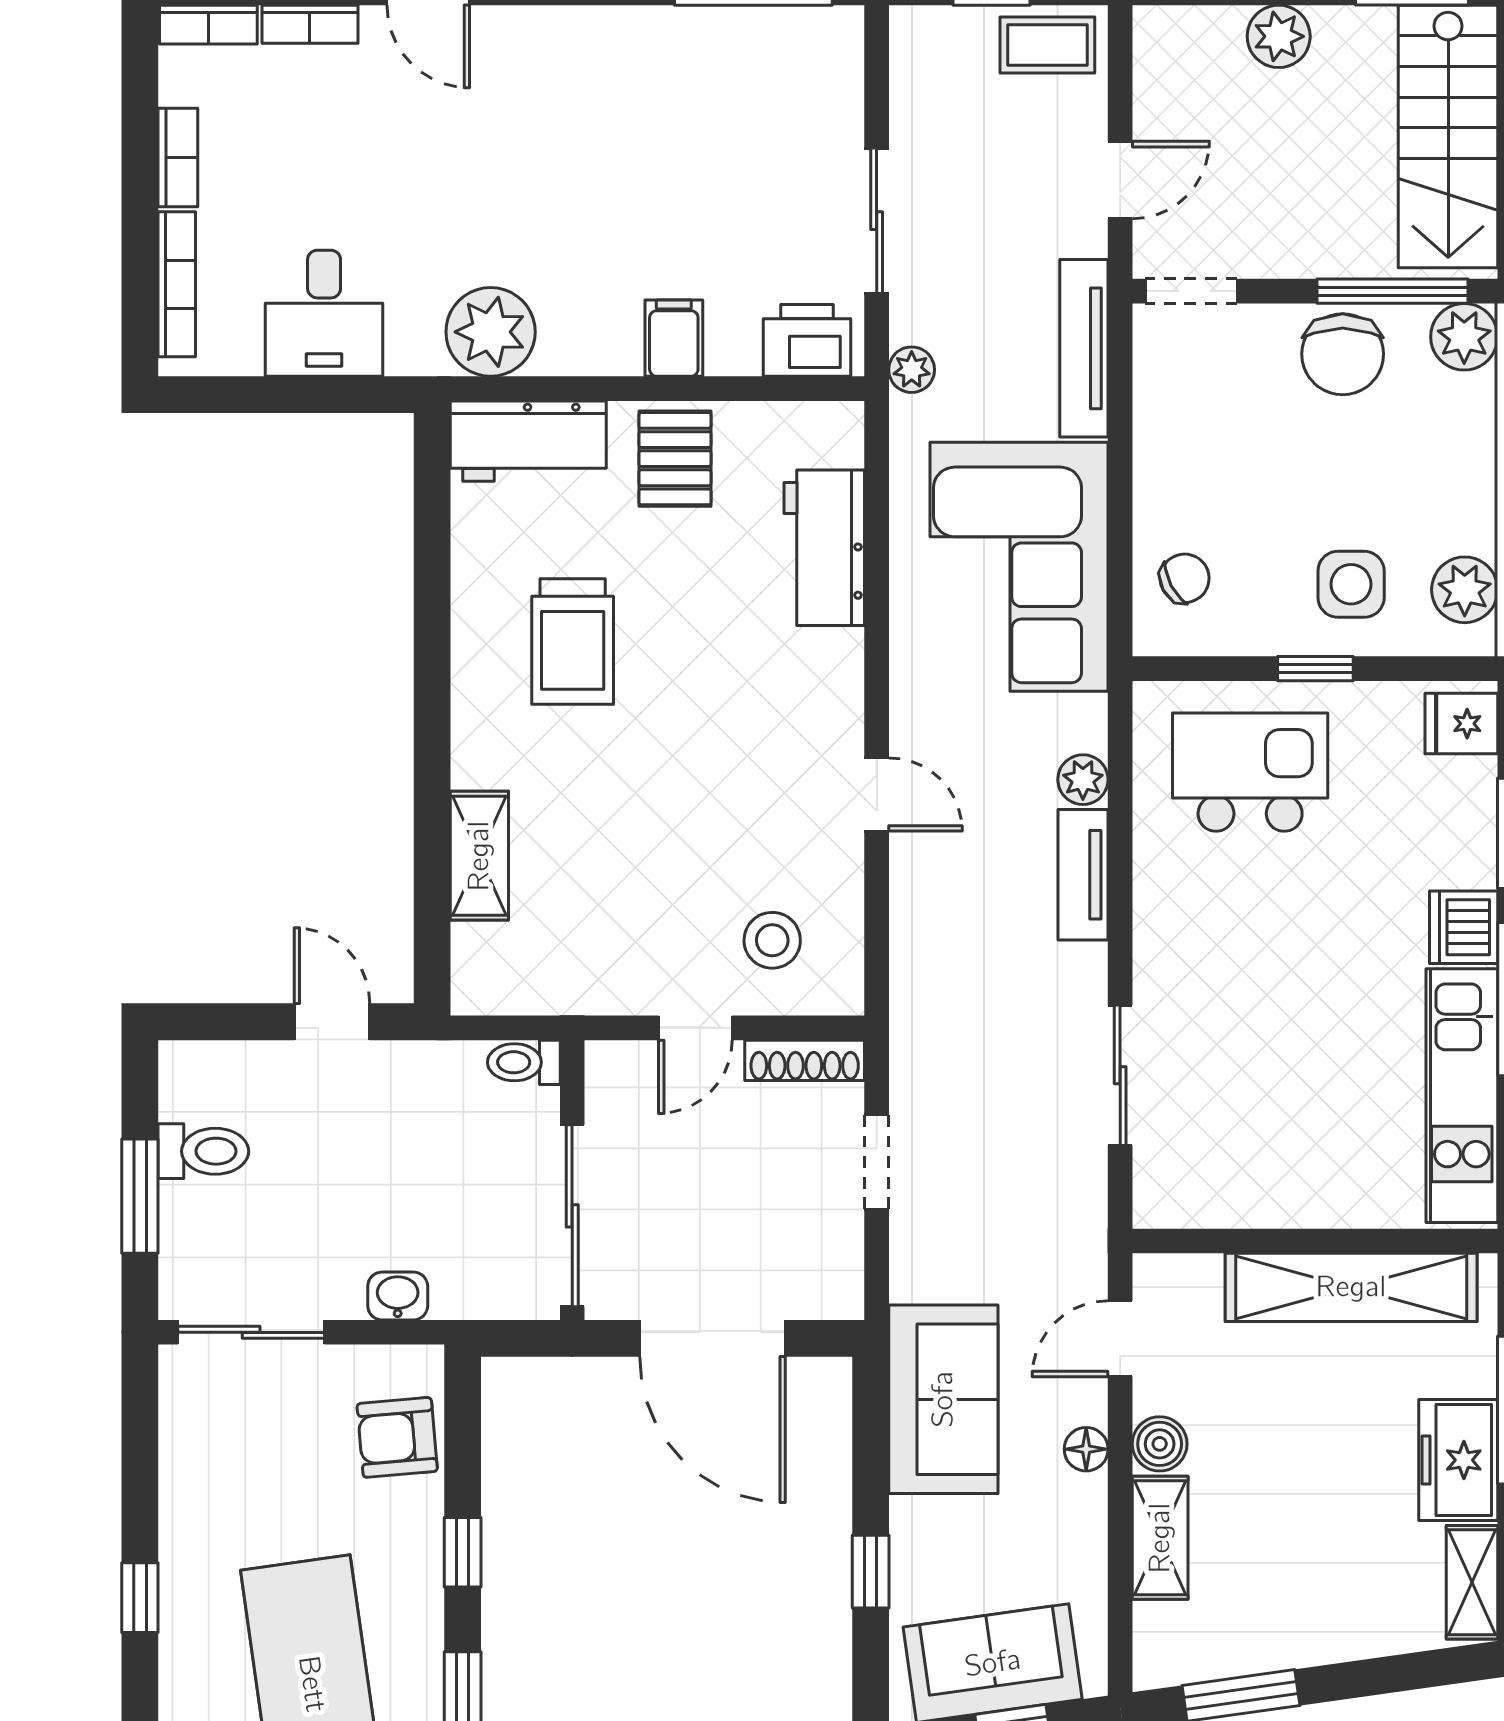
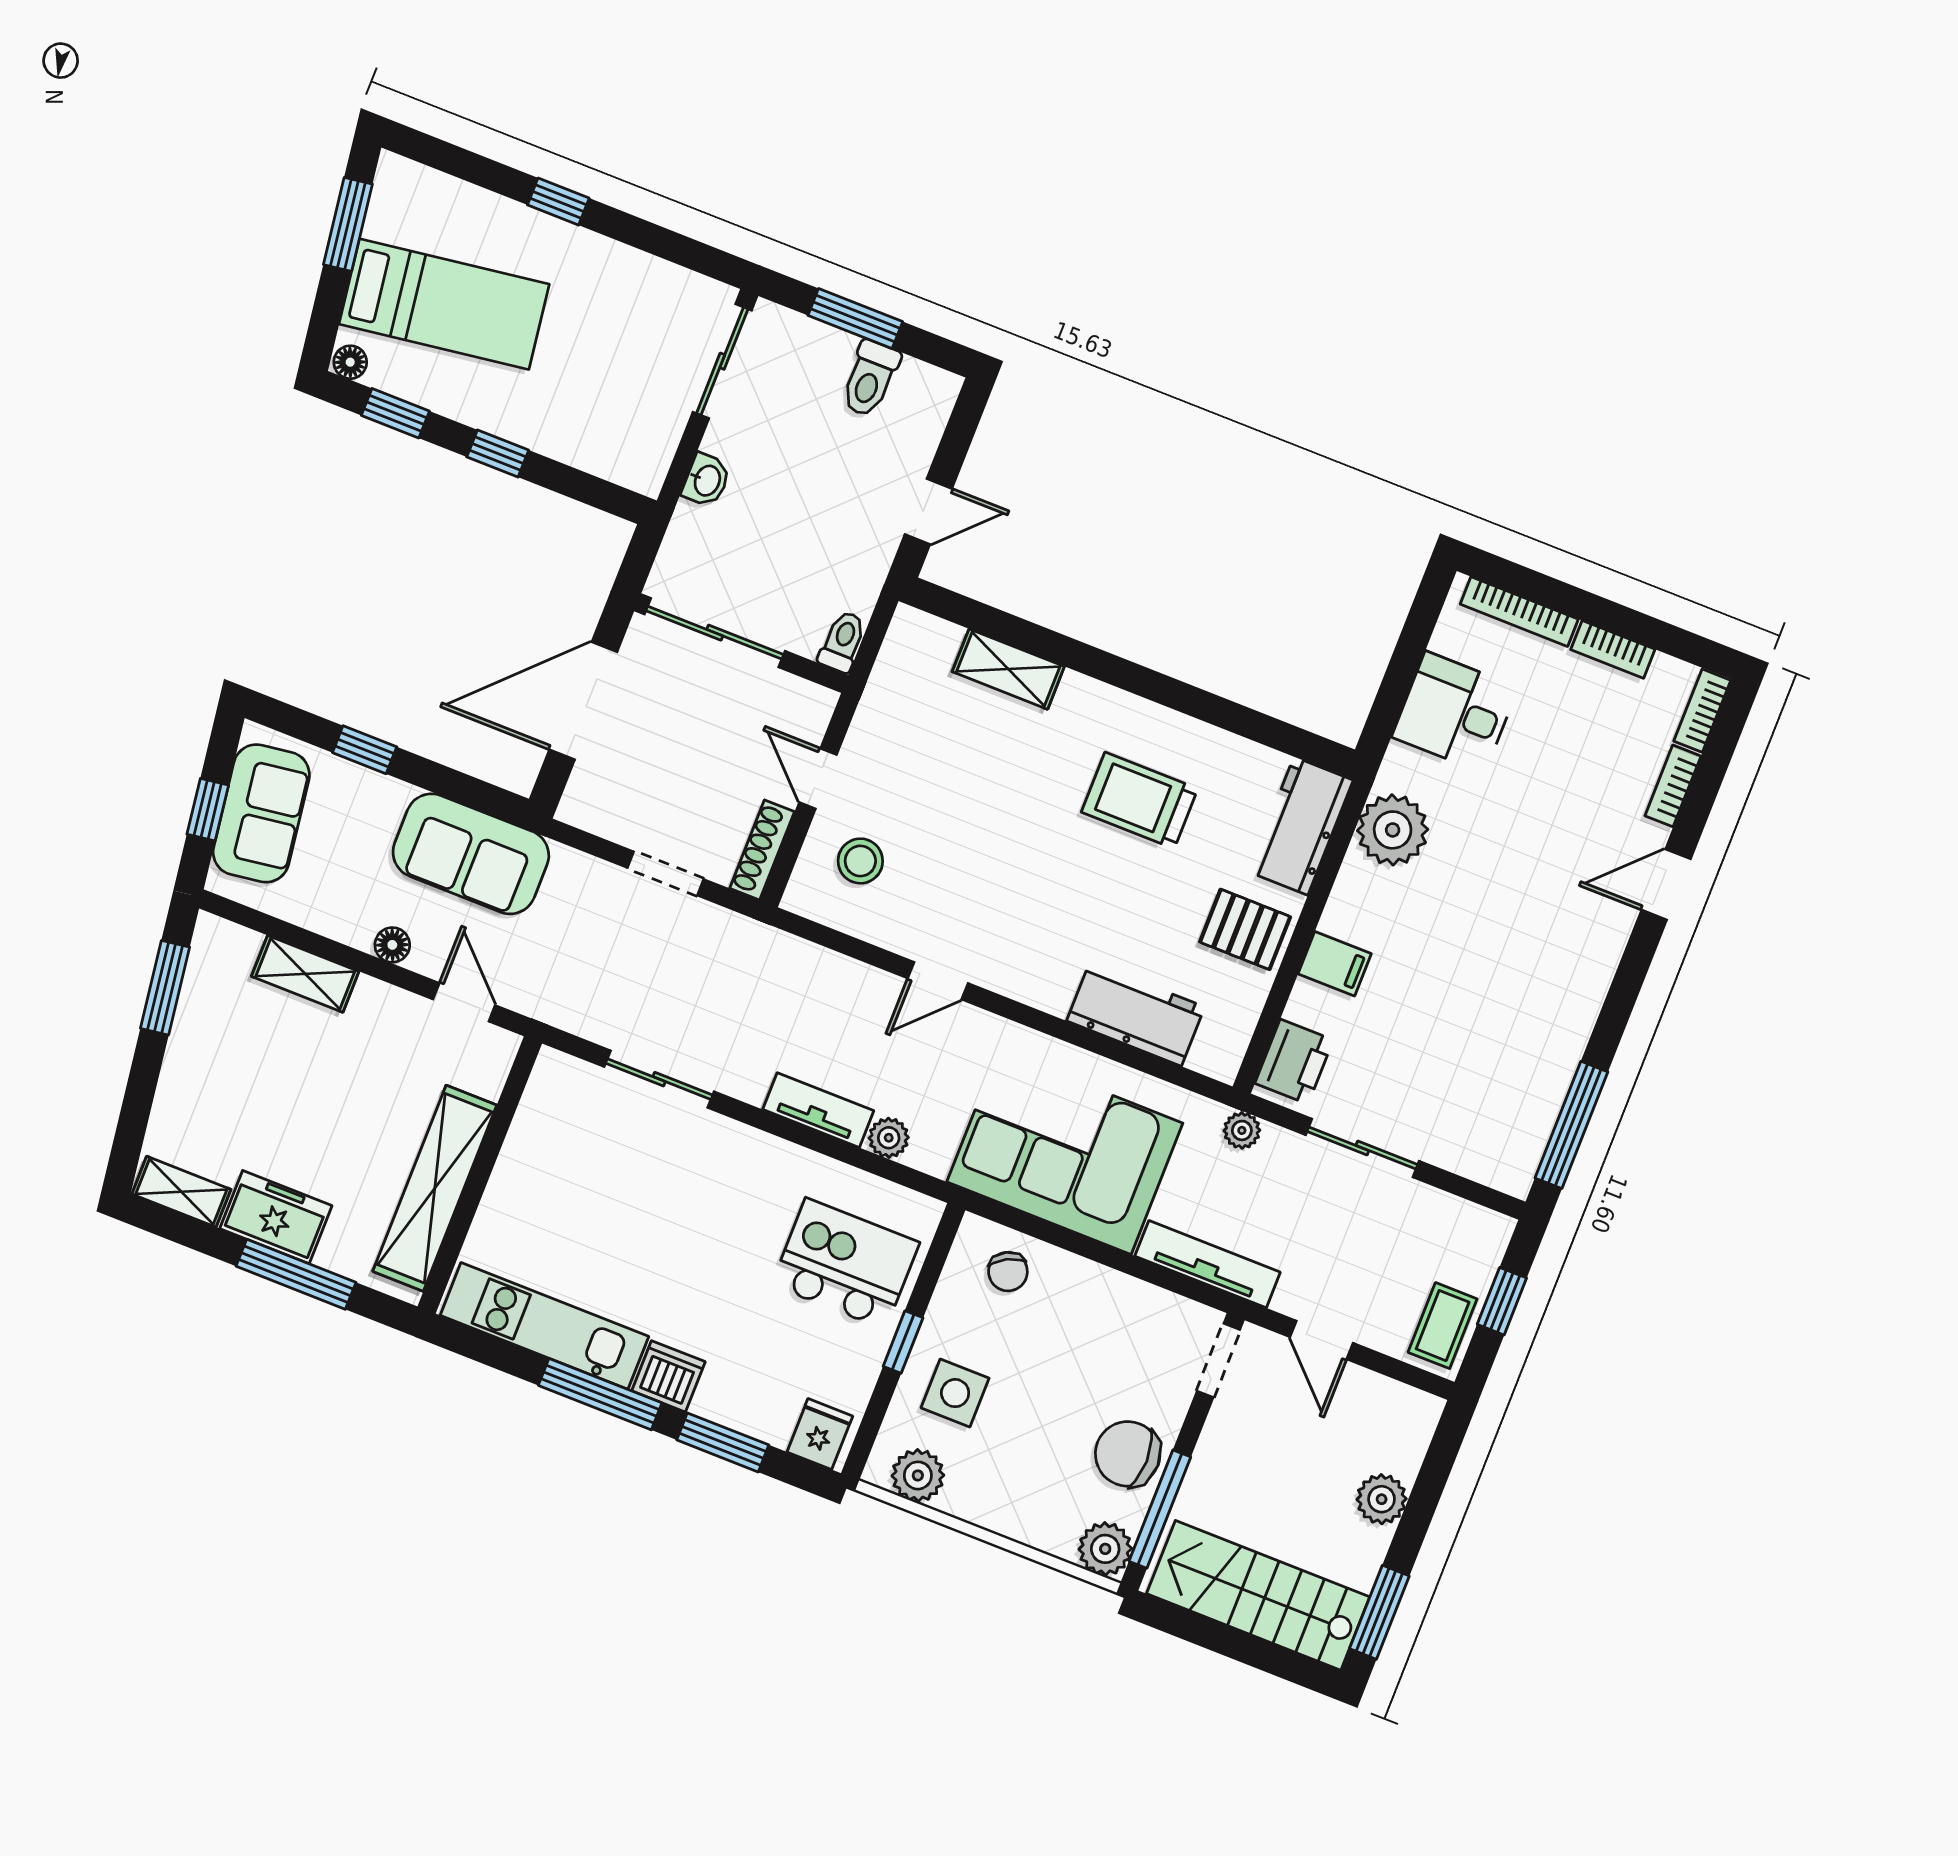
kitchen island: (1250, 772) -> (845, 1264), turned -90
armchair: (397, 1437) -> (602, 439), removed
boiler: (1160, 1444) -> (375, 1001), removed

